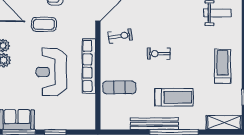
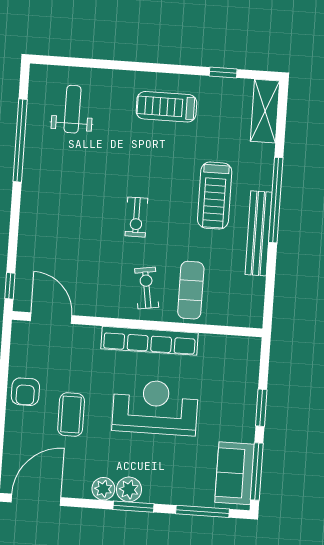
exercise bike: (120, 36) -> (147, 288), moved
reception desk: (51, 72) -> (155, 407), turned 180
treadmill: (174, 97) -> (215, 196), turned 180

